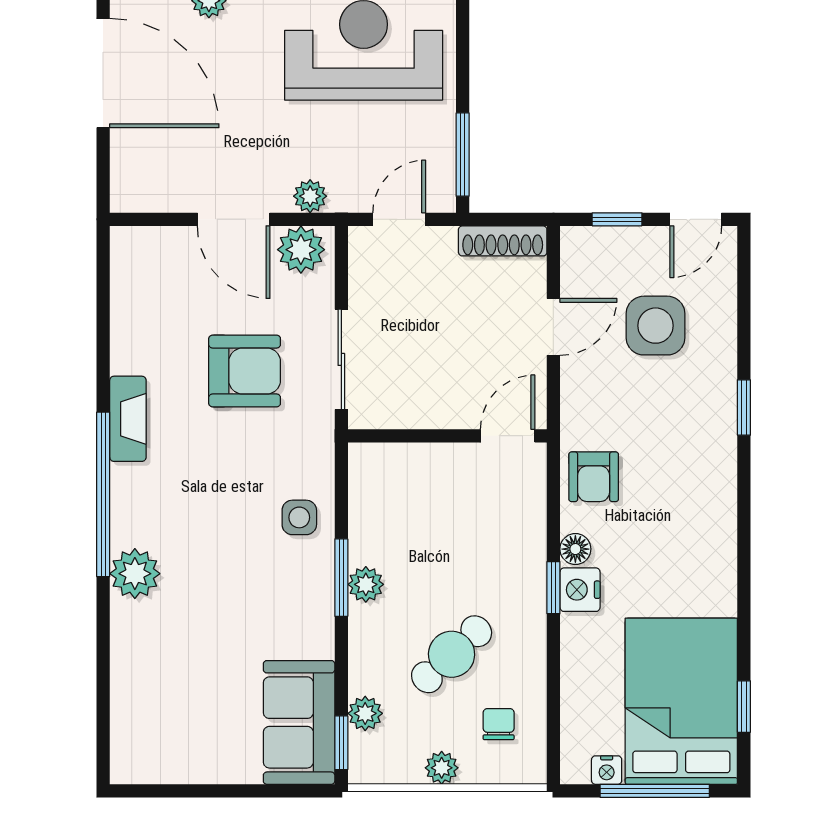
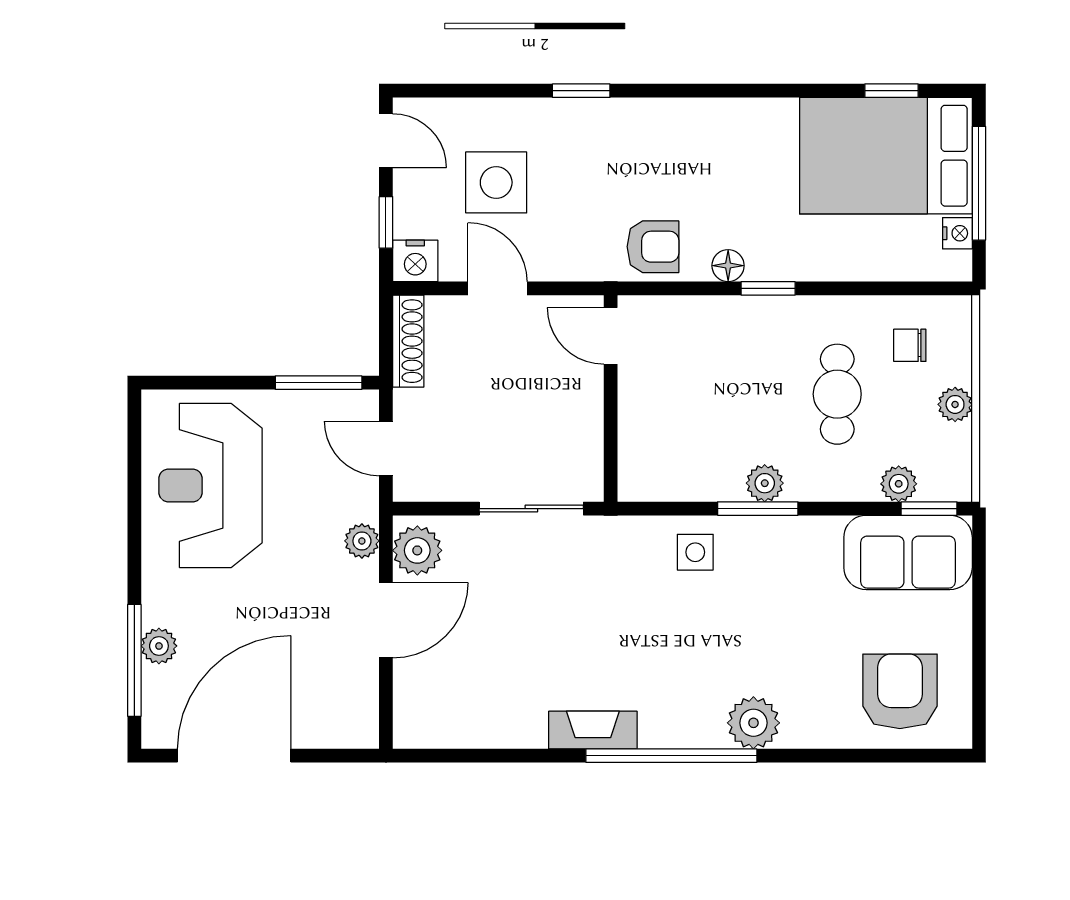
armchair: (245, 371) -> (900, 691), moved
nightstand: (580, 590) -> (415, 261), moved
cafe table: (452, 654) -> (837, 394), turned 43

